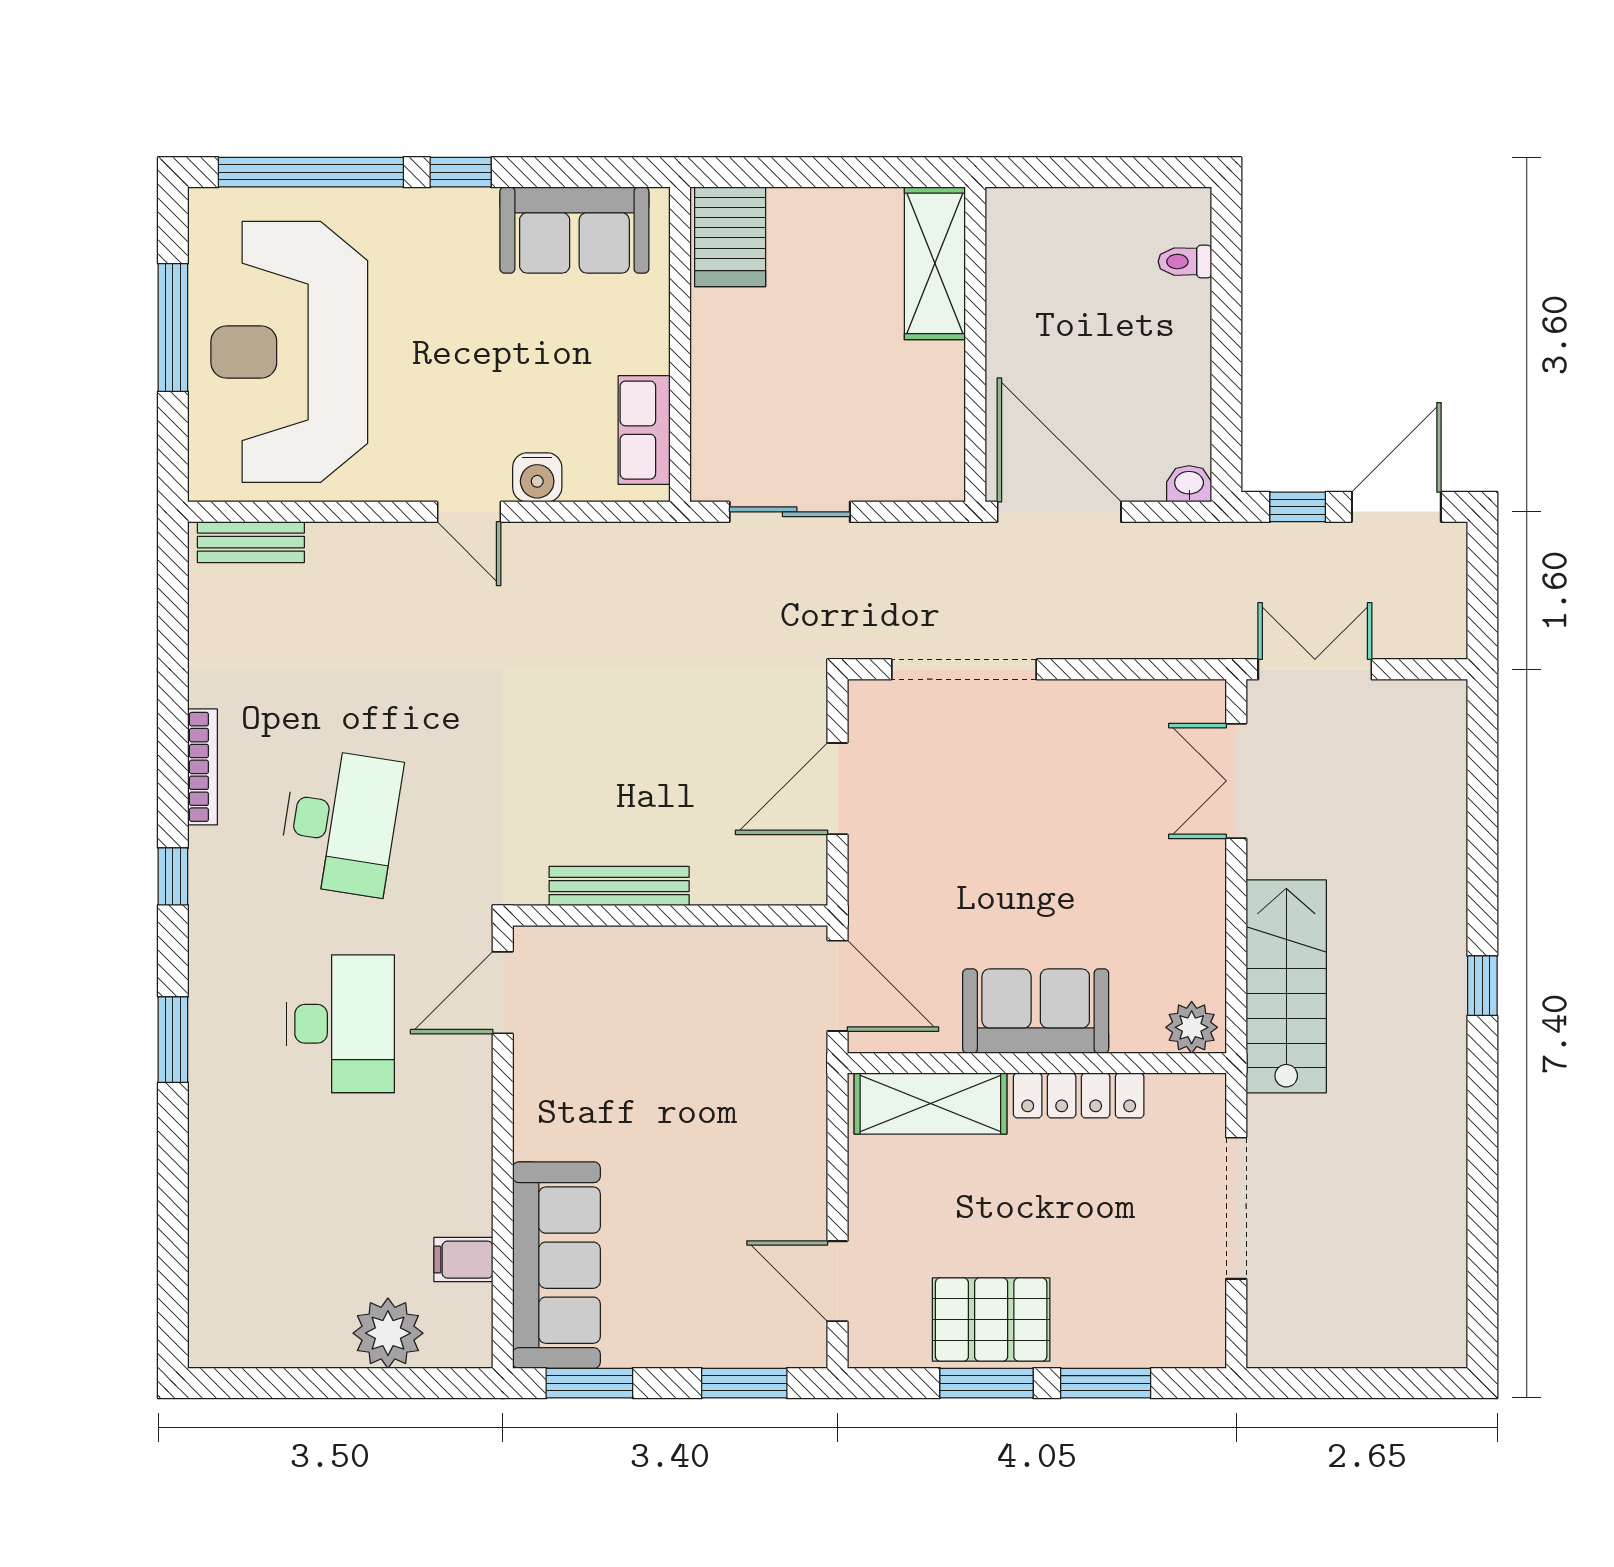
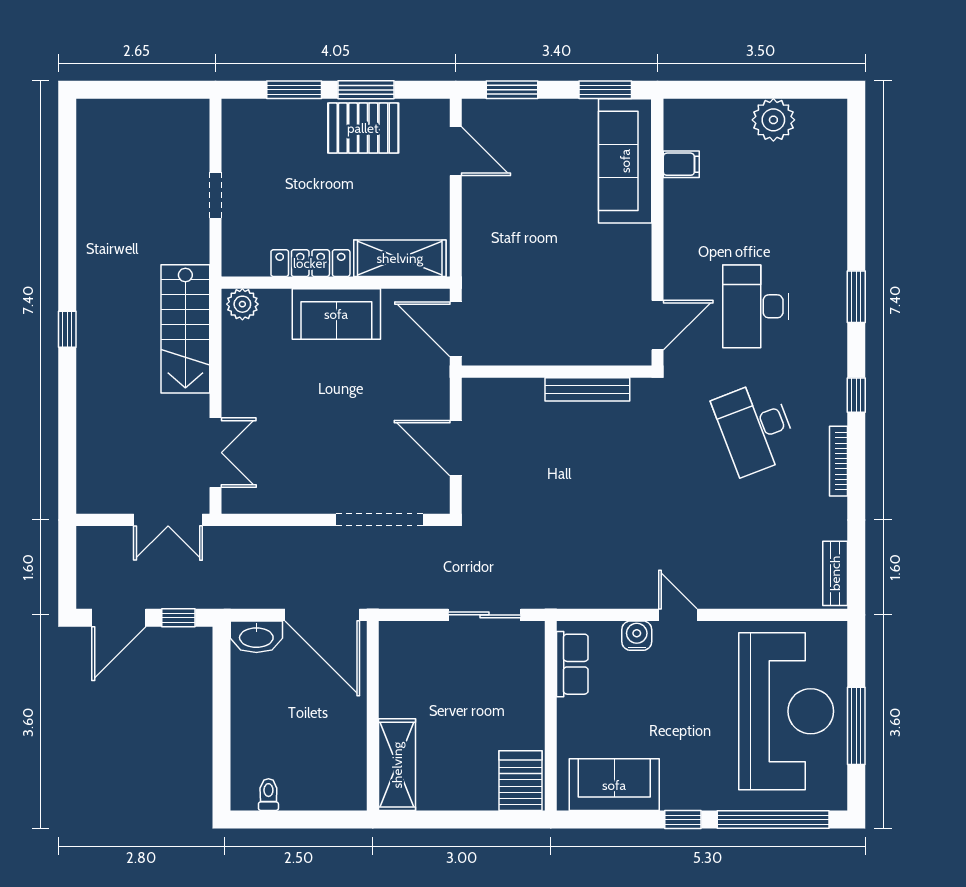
toilet: (1185, 262) -> (268, 795), moved, turned -90
washbasin: (1189, 484) -> (256, 637), width x1.91, depth x1.45
bench: (251, 542) -> (835, 573), moved, turned 90
door: (837, 789) -> (456, 448), swing flipped
desk: (340, 822) -> (755, 428), turned -30
doorway: (1236, 1208) -> (216, 195), width x0.53
plant: (388, 1333) -> (773, 120), moved

